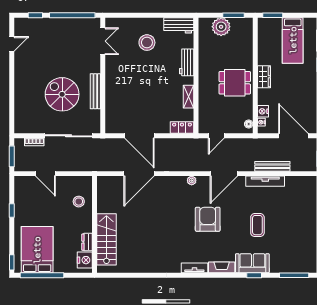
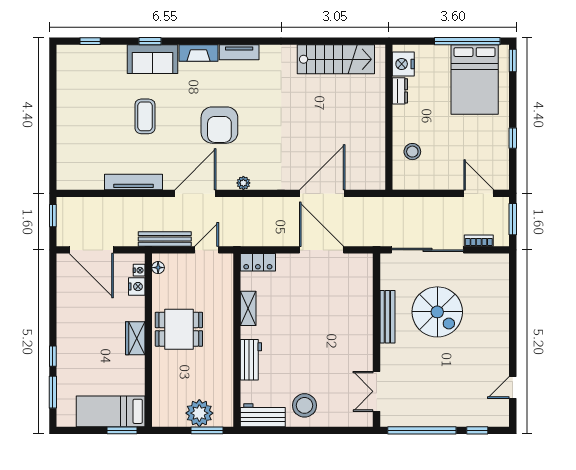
window: (233, 15) -> (207, 430), moved
bed: (293, 40) -> (111, 411), moved, turned -90
stool: (147, 43) -> (304, 405), moved
bench: (272, 166) -> (165, 239), moved
door: (45, 174) -> (479, 193), moved
stairs: (106, 239) -> (336, 59), moved, turned -90
window: (294, 275) -> (90, 41), width x0.46

